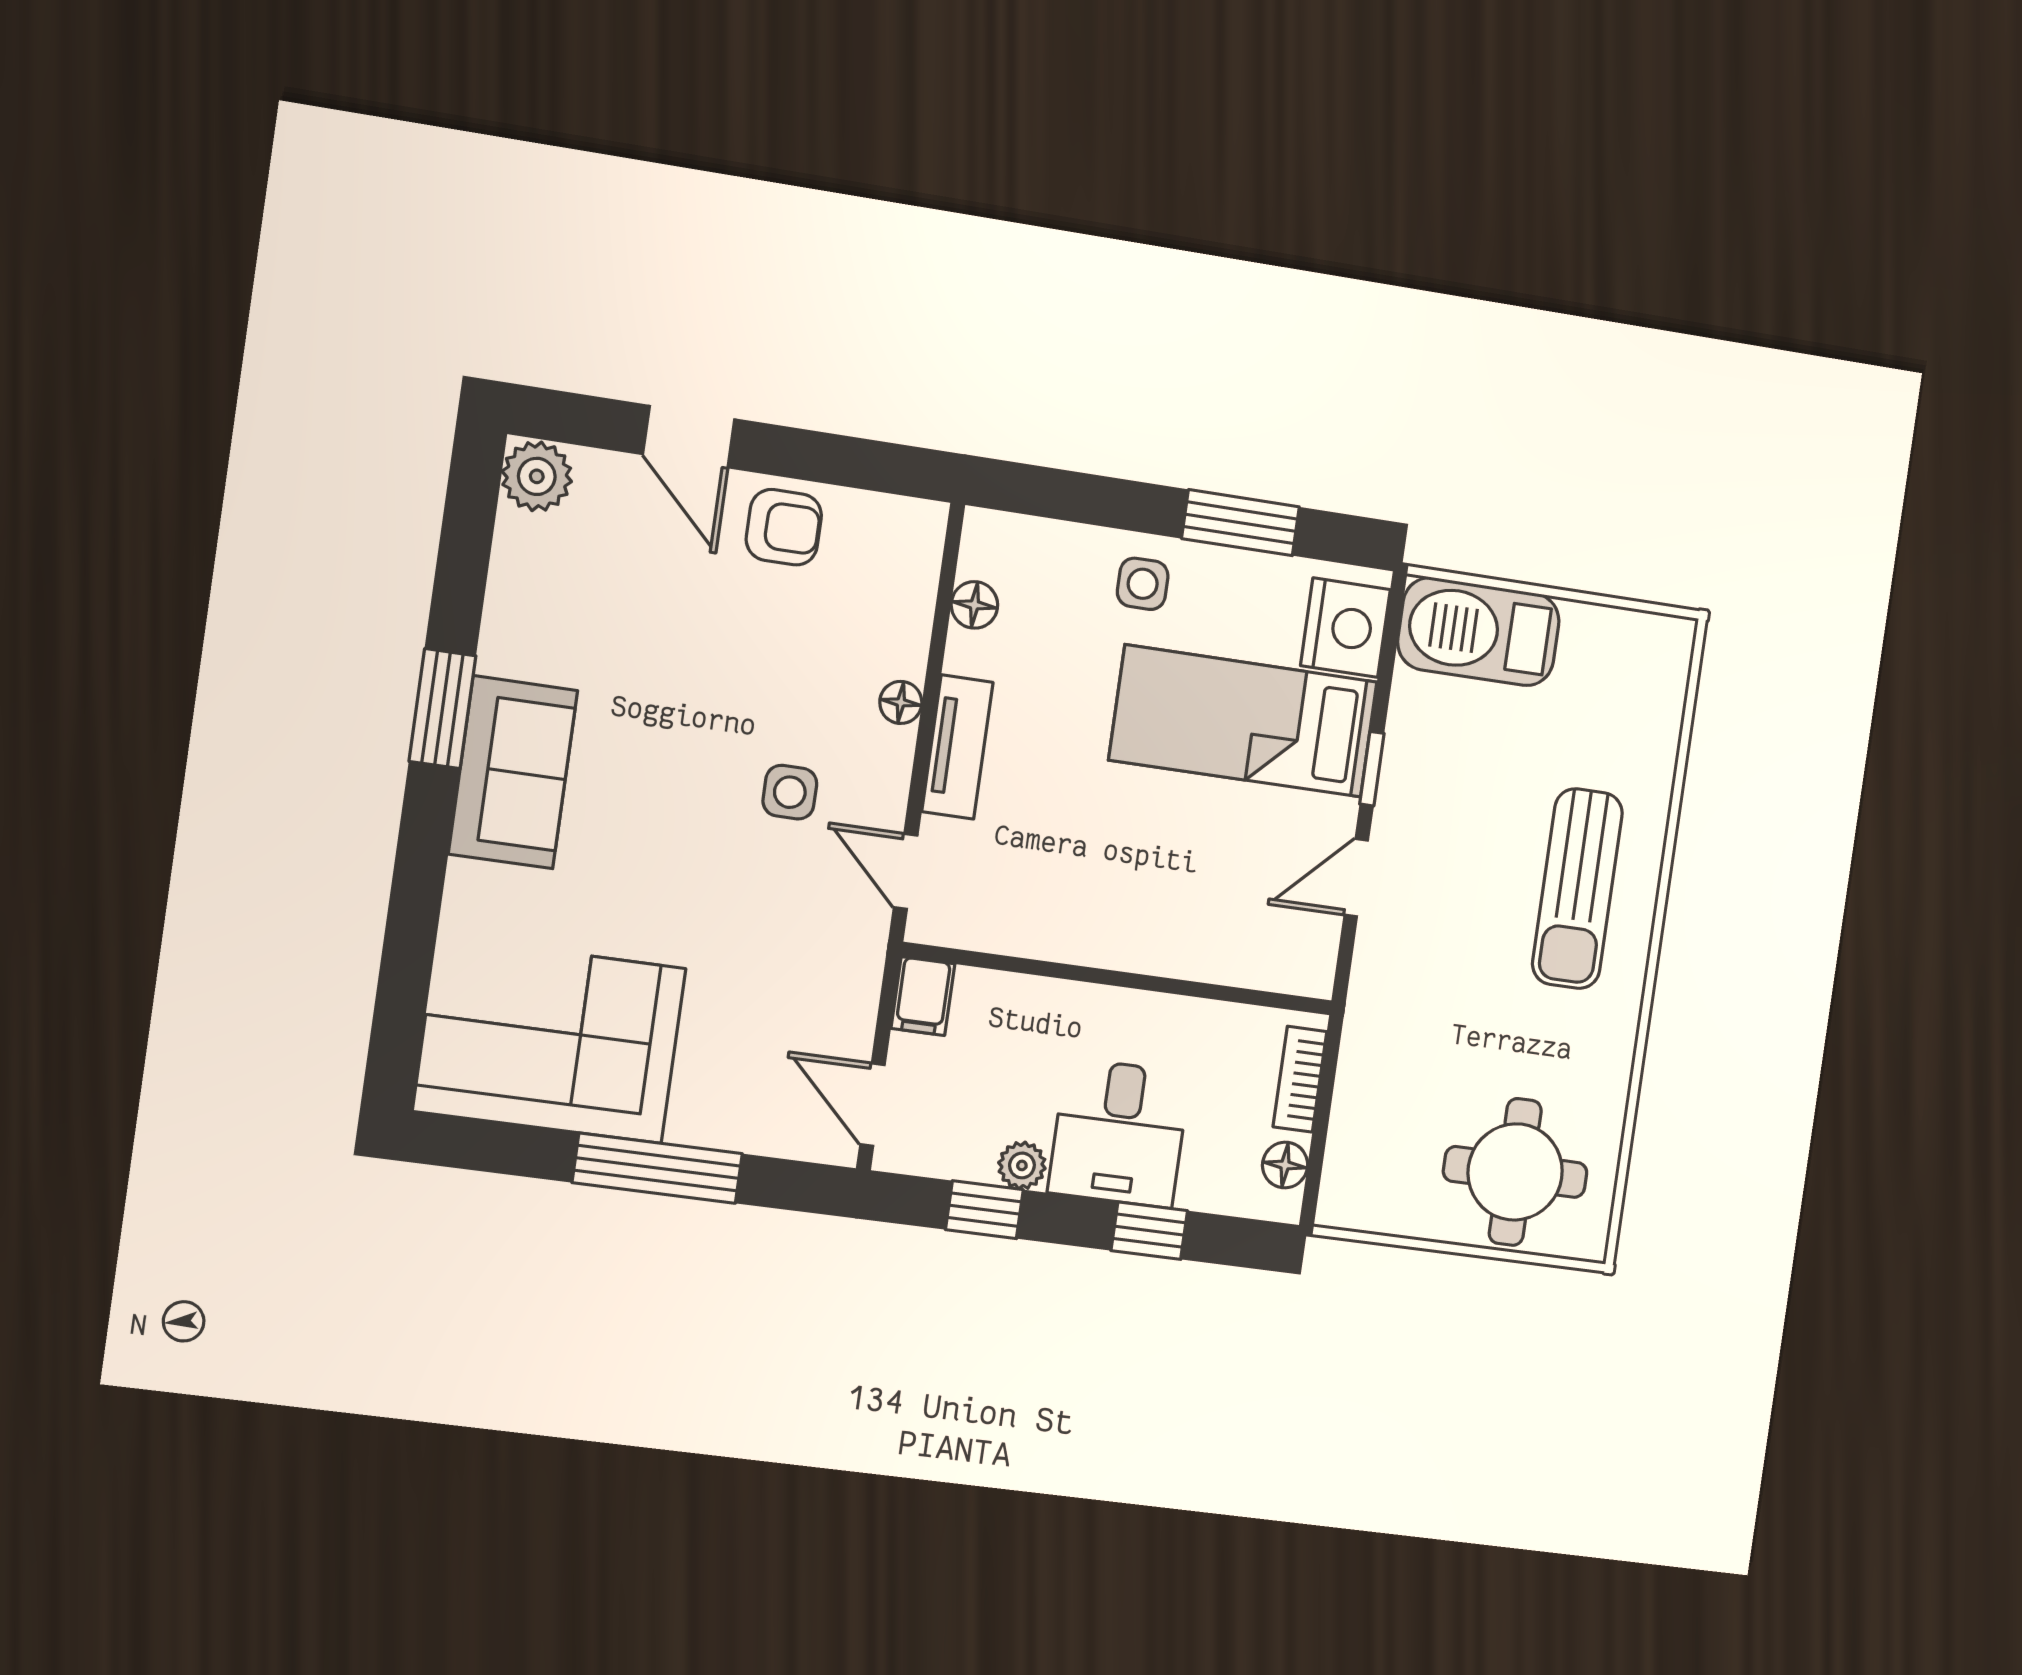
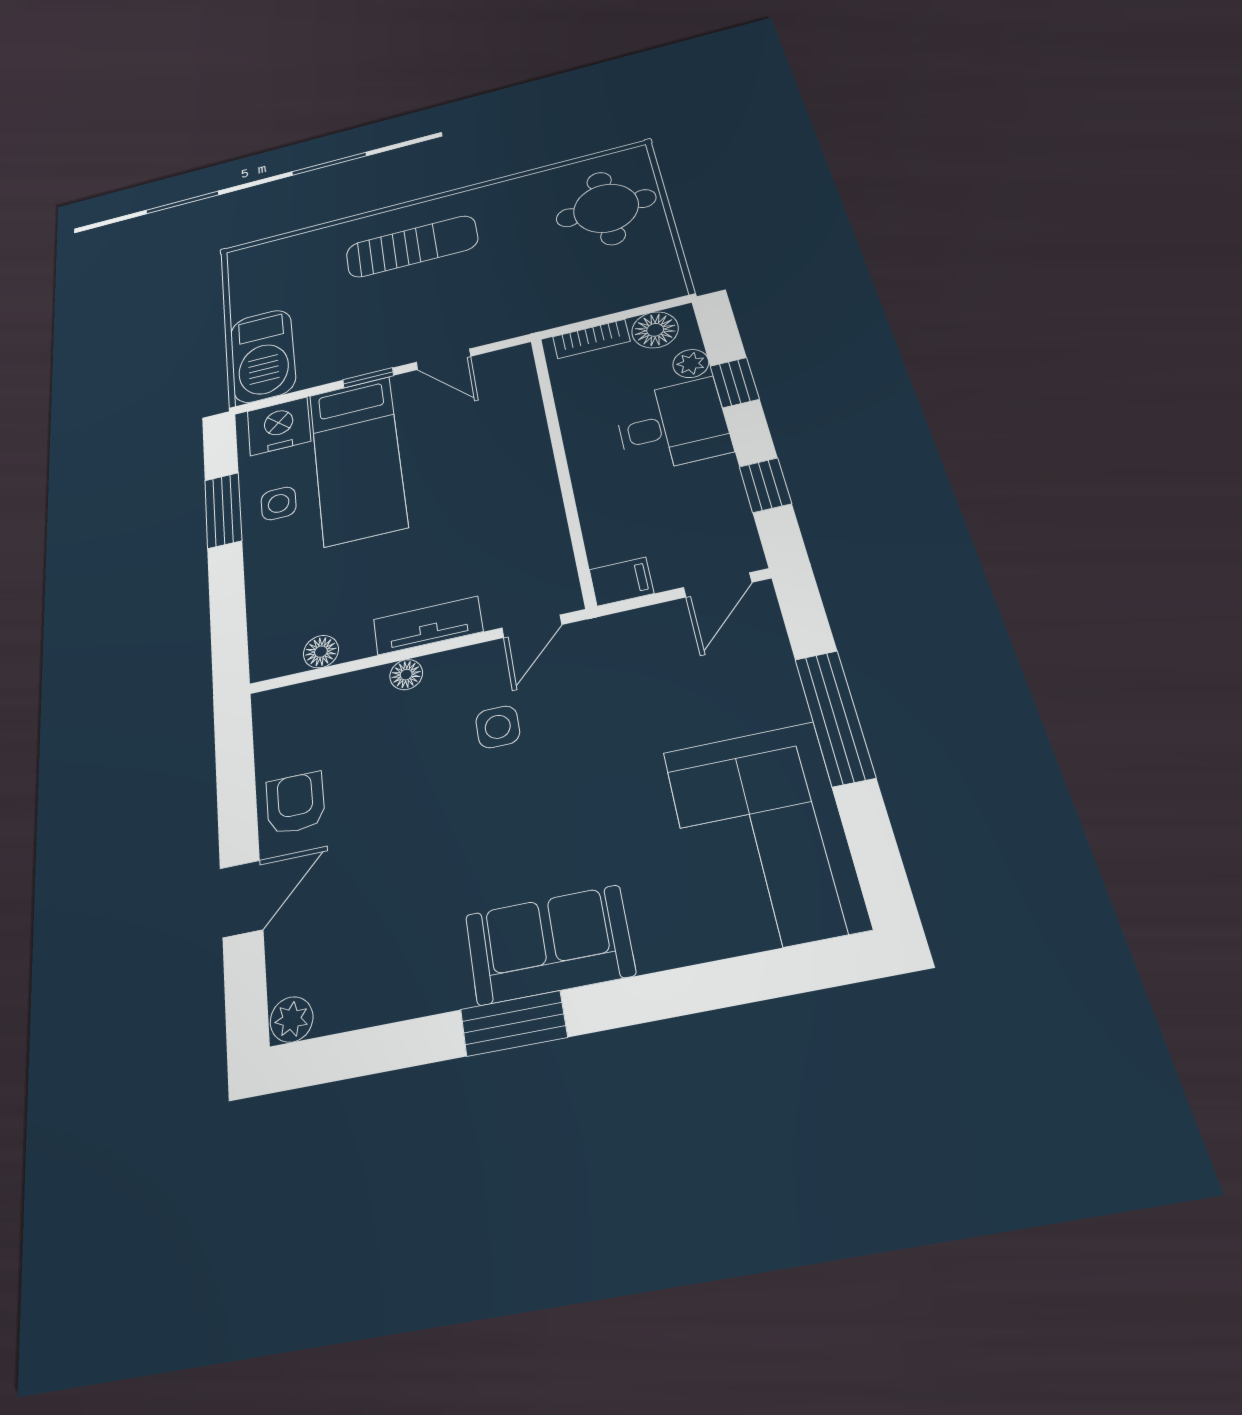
plant: (537, 476) -> (292, 1019), width x0.73, depth x0.73
side table: (1143, 584) -> (279, 503), moved
plant: (1022, 1165) -> (691, 364), moved
floor lamp: (1285, 1165) -> (655, 330), width x1.37, depth x1.37

